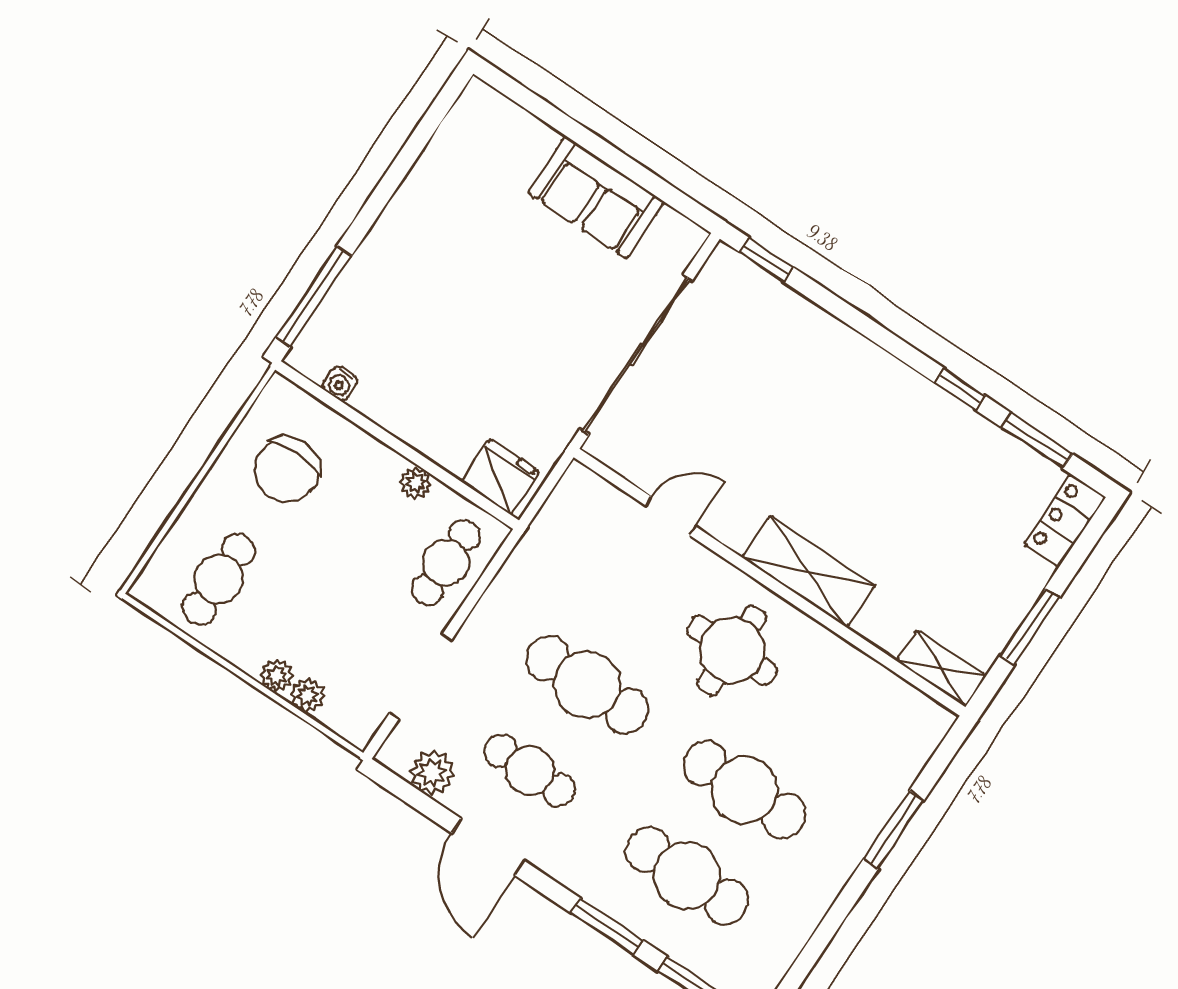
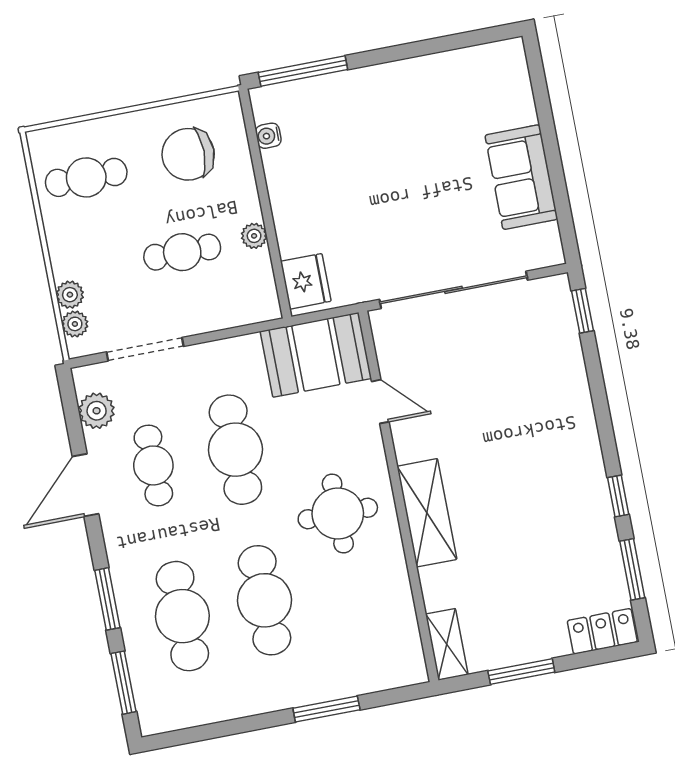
booth: (574, 532) -> (316, 355), added
cafe table: (446, 563) -> (182, 252), moved
plant: (277, 676) -> (75, 324), moved

